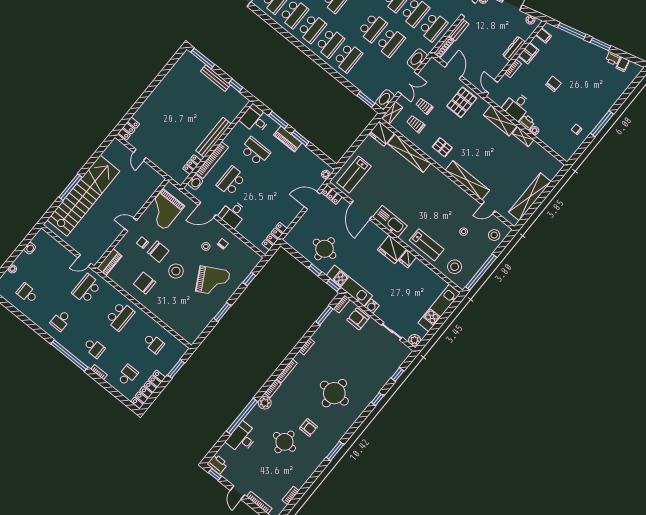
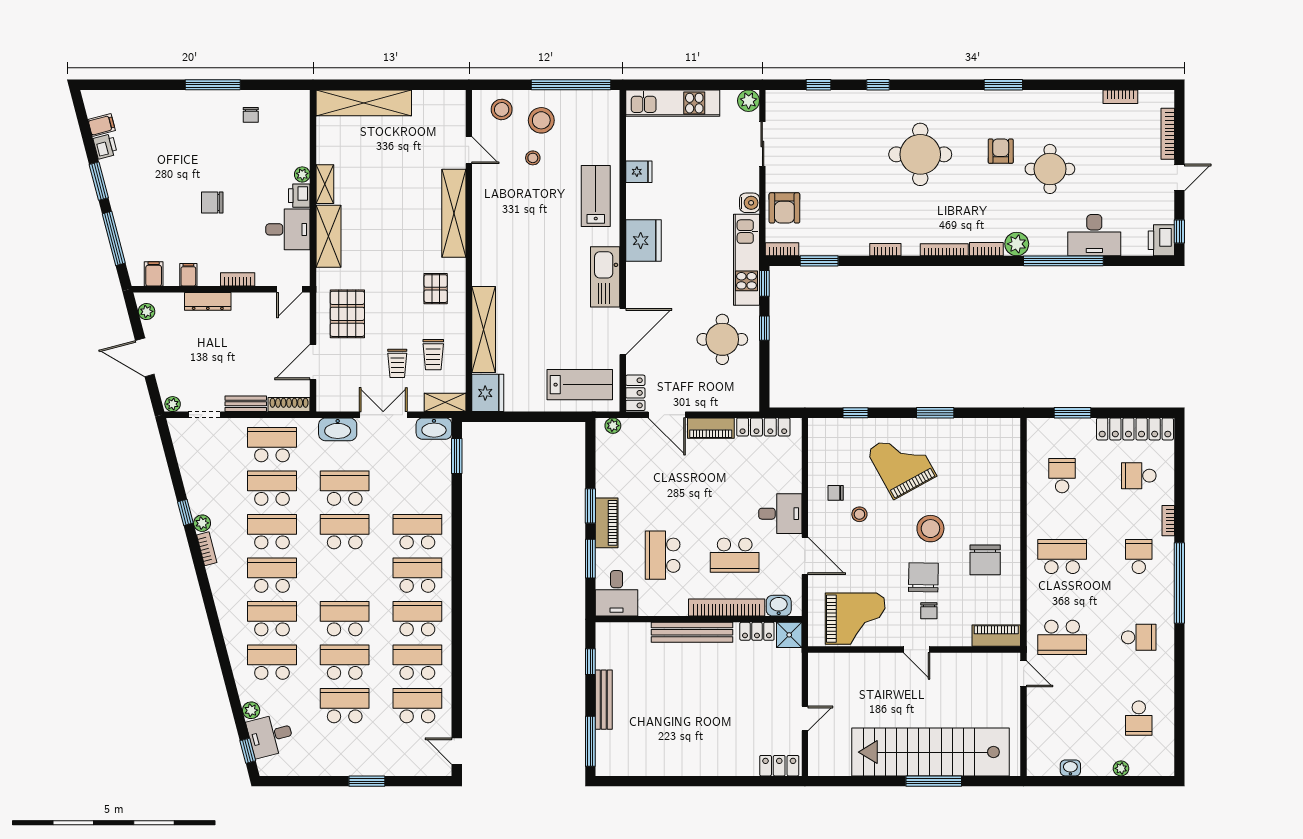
filing cabinet: (529, 53) -> (188, 275), width x0.50
pallet: (462, 102) -> (347, 314), turned 90
shower: (180, 177) -> (789, 635), added
shelving: (530, 197) -> (364, 103), moved
piano: (292, 214) -> (711, 428), added
fridge: (407, 259) -> (639, 172), moved
stool: (455, 267) -> (541, 120), moved

